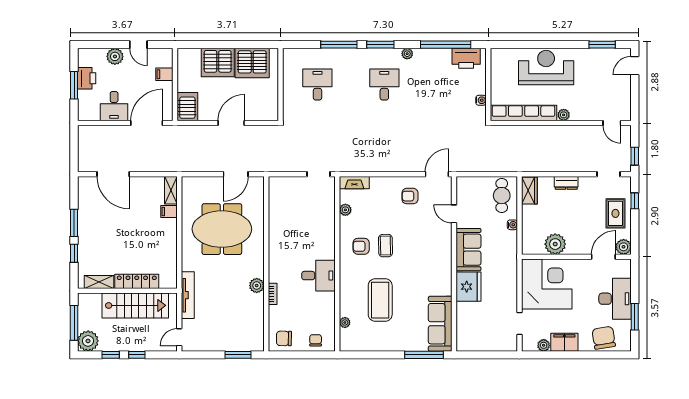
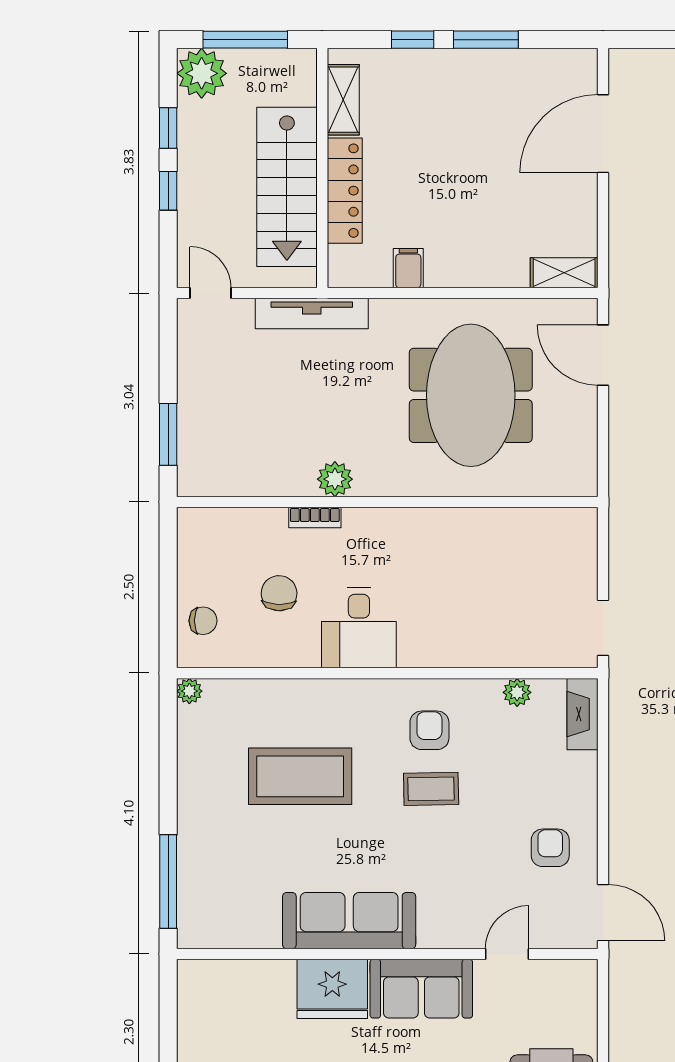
door: (236, 174) -> (603, 355), moved
filing cabinet: (169, 212) -> (408, 268), moved
plant: (345, 322) -> (189, 691), moved
sofa: (440, 324) -> (349, 921), moved
chair: (284, 338) -> (279, 593), moved

